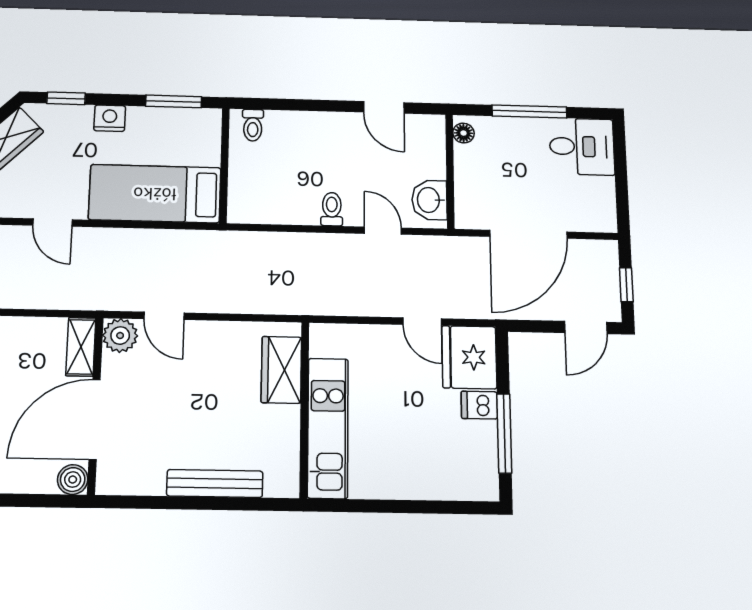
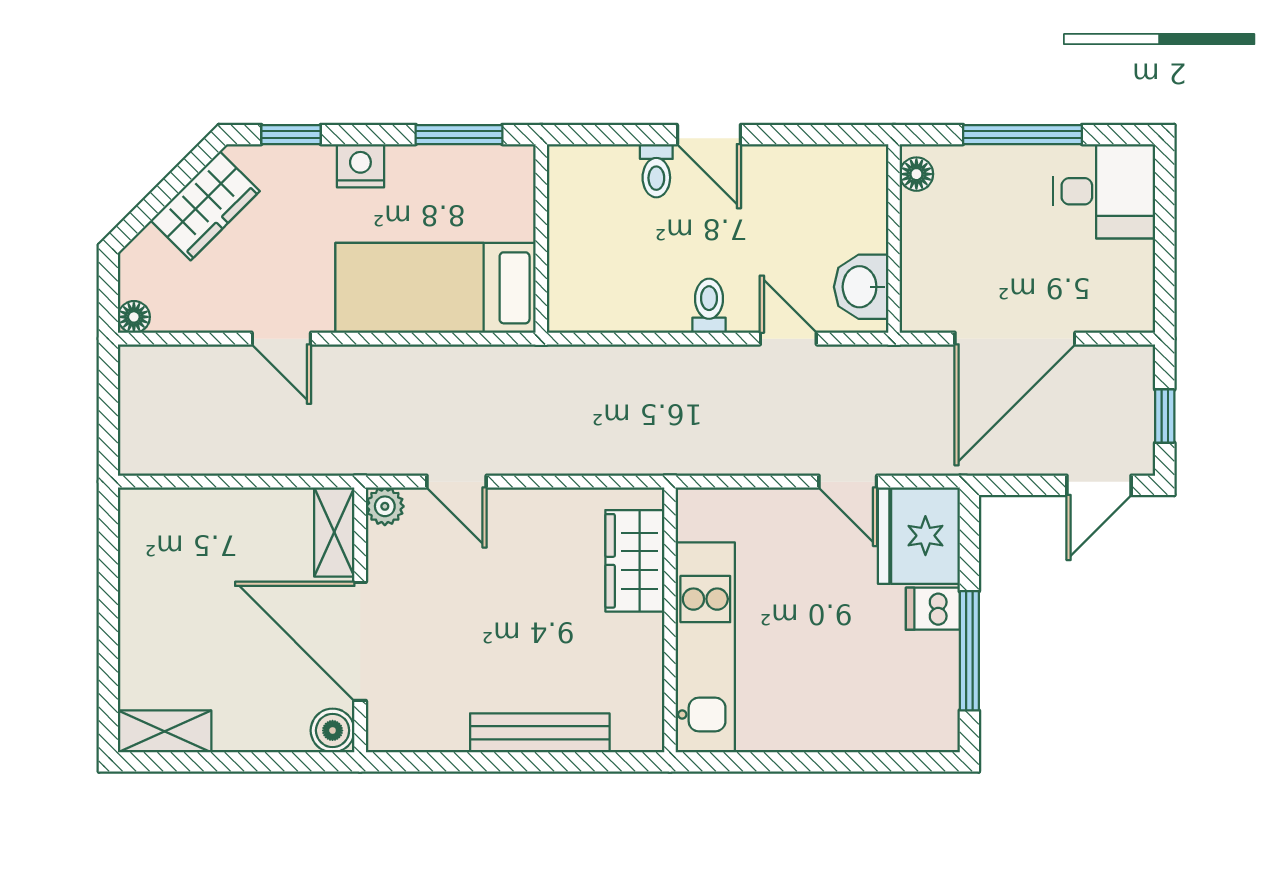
door: (384, 107) -> (709, 135), moved
toilet: (253, 125) -> (656, 171), moved
plant: (120, 335) -> (385, 506), width x0.73, depth x0.73
door: (95, 419) -> (360, 641), hinge flipped

